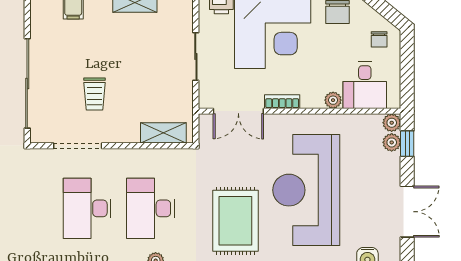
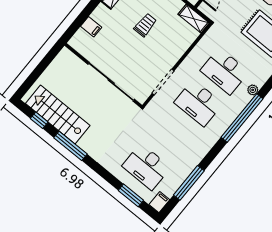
trolley: (95, 94) -> (145, 25), moved, turned -90
shelving: (163, 133) -> (194, 19), moved, turned 90

